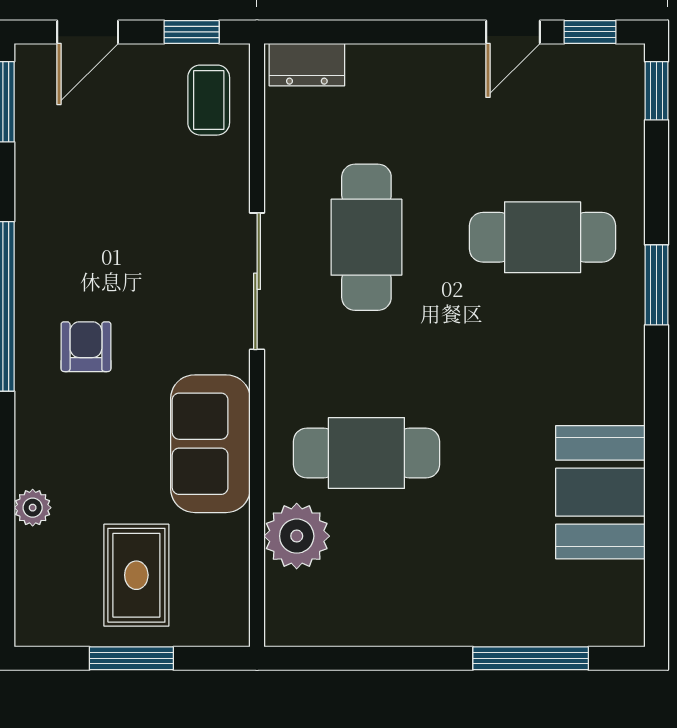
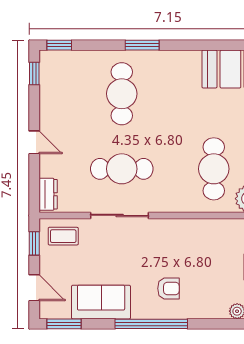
door: (513, 32) -> (34, 142), moved
sliding door: (257, 281) -> (120, 215), moved
armchair: (86, 347) -> (168, 288), turned 180
sofa: (210, 444) -> (101, 302), moved, turned 180

